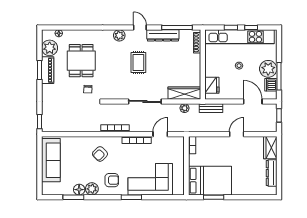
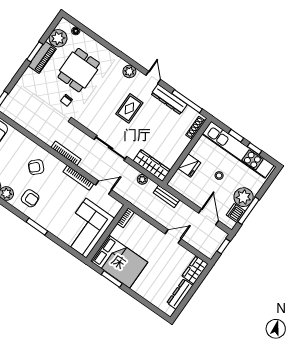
fridge: (212, 85) -> (189, 165), moved
corner sofa: (150, 179) -> (86, 228), moved, turned -90

